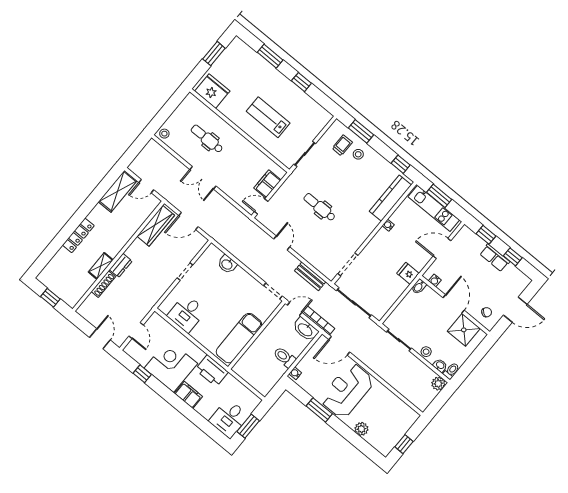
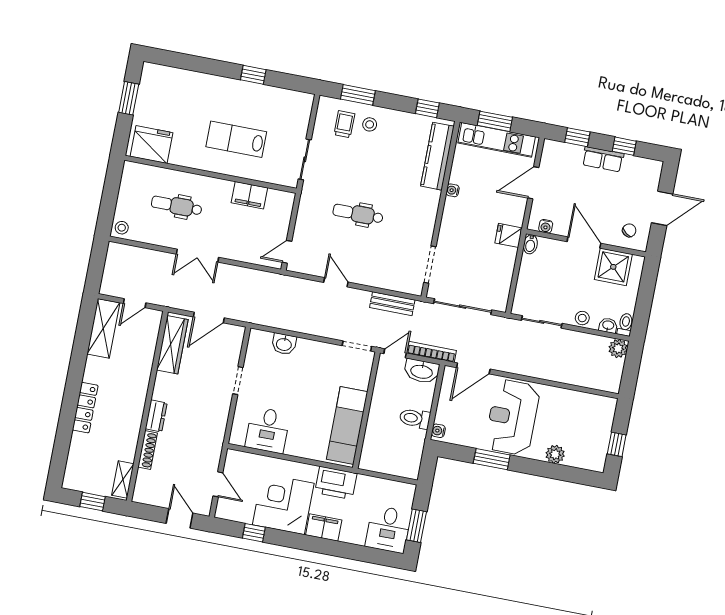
window: (270, 56) -> (198, 64), removed
filing cabinet: (267, 184) -> (249, 195), moved, turned -90
shelving: (101, 266) -> (123, 479), moved

